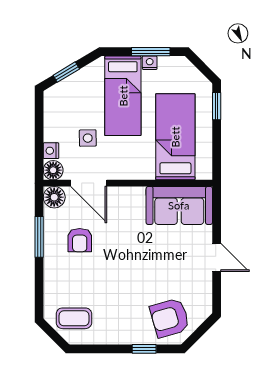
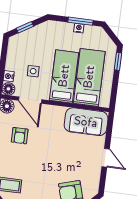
bed: (123, 96) -> (64, 76), moved, turned 180

